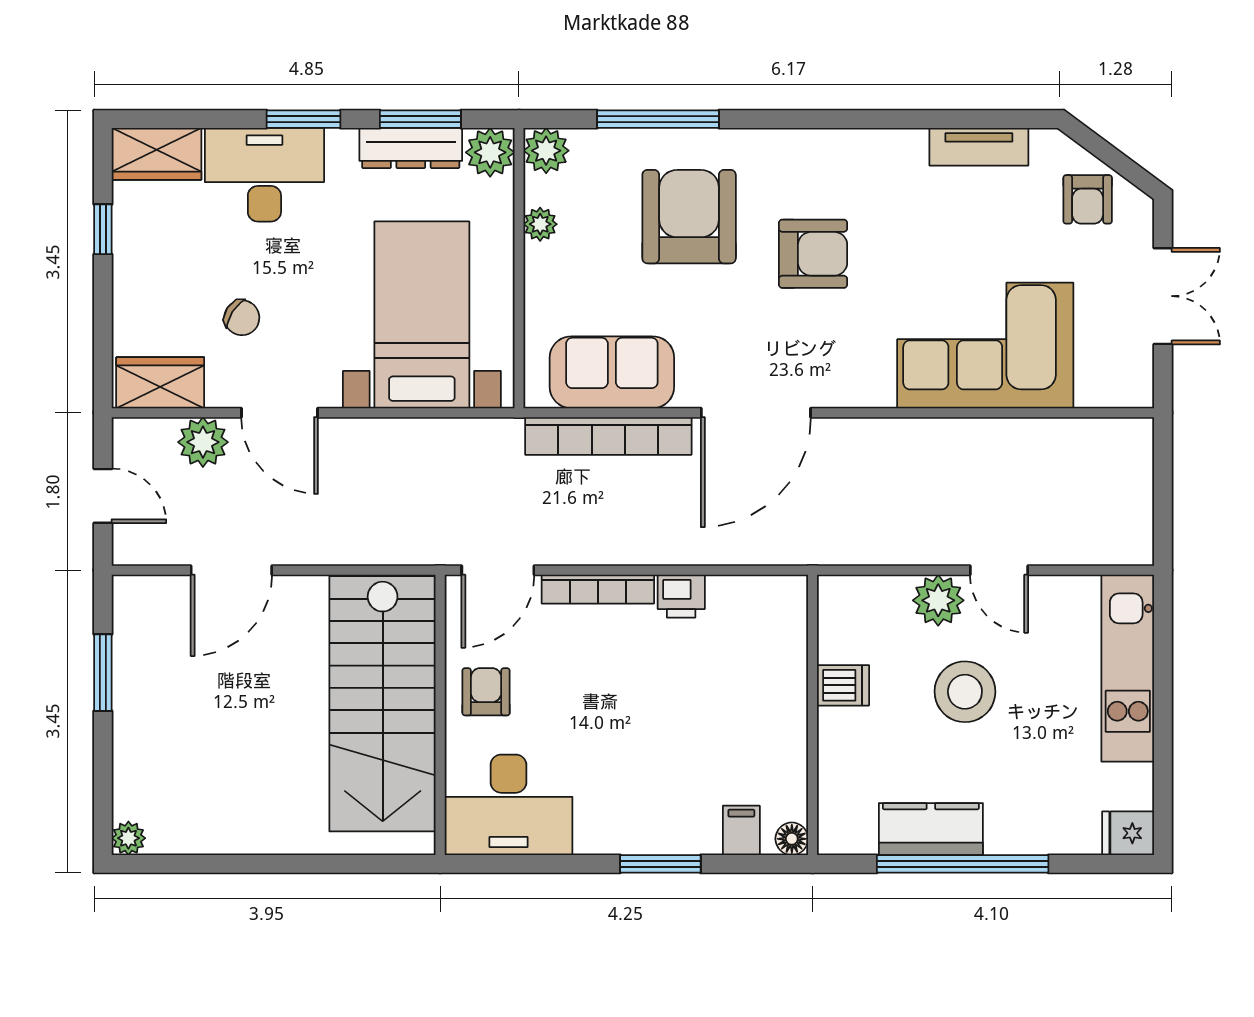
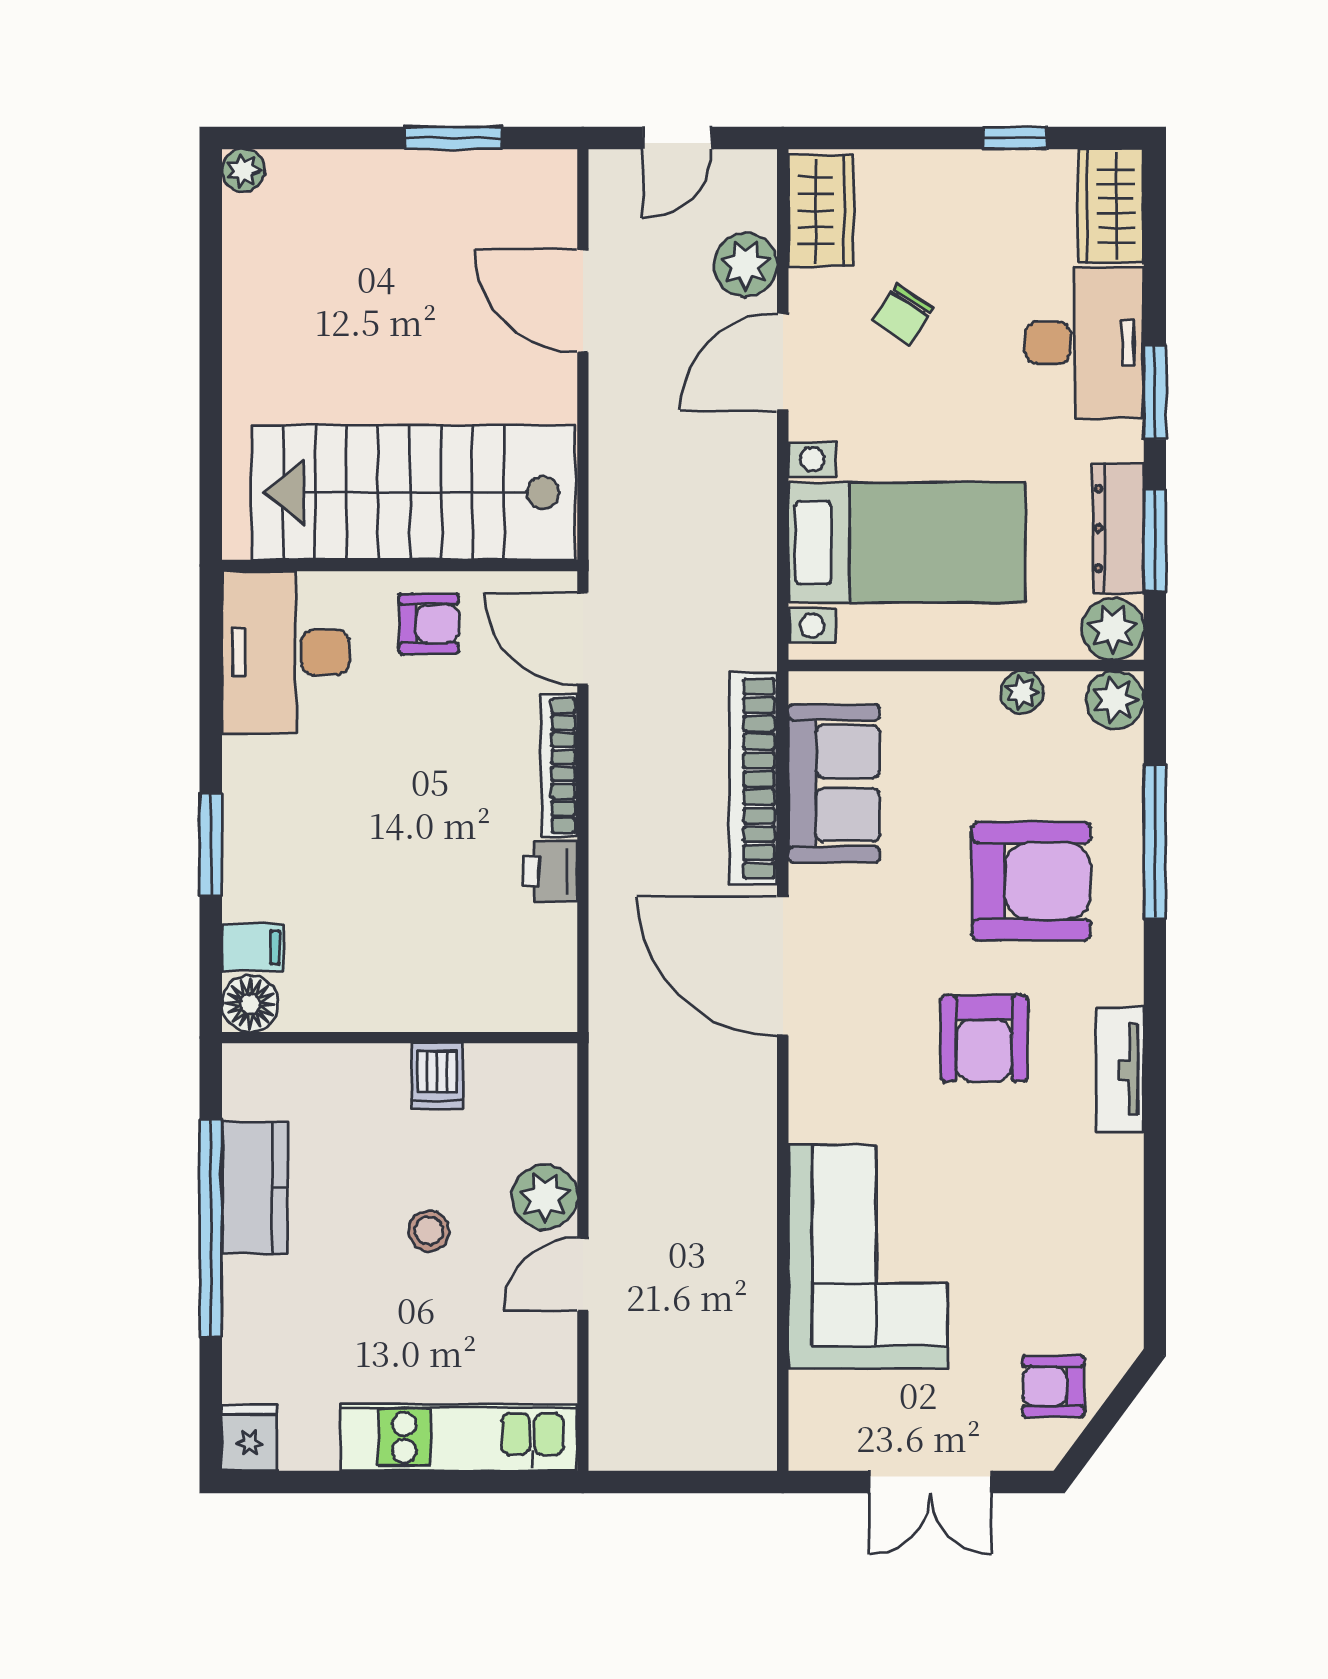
tv unit: (979, 147) -> (1120, 1070), moved
stool: (965, 692) -> (429, 1231), width x0.53, depth x0.53
floor lamp: (792, 839) -> (250, 1004), width x1.37, depth x1.37

